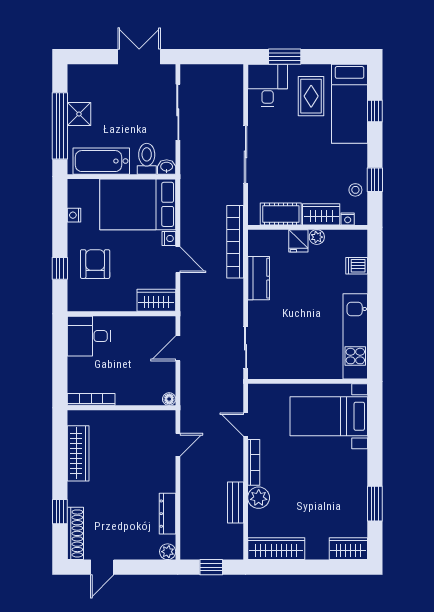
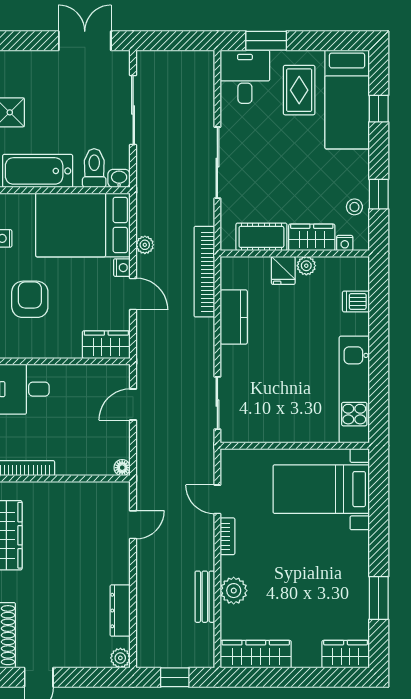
plant: (187, 220) -> (145, 245), added
bookcase: (254, 462) -> (228, 536), width x0.64

